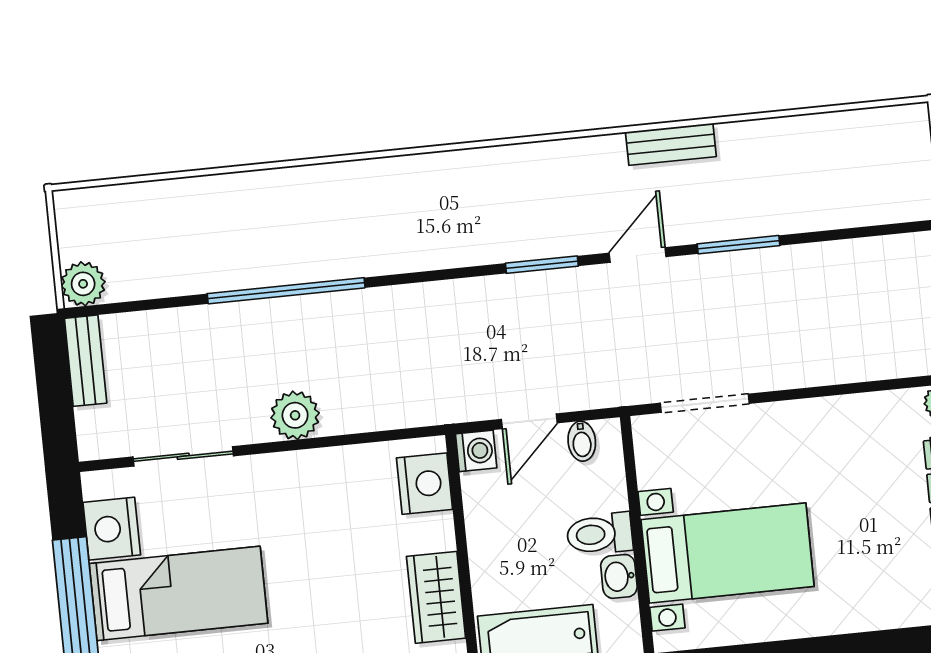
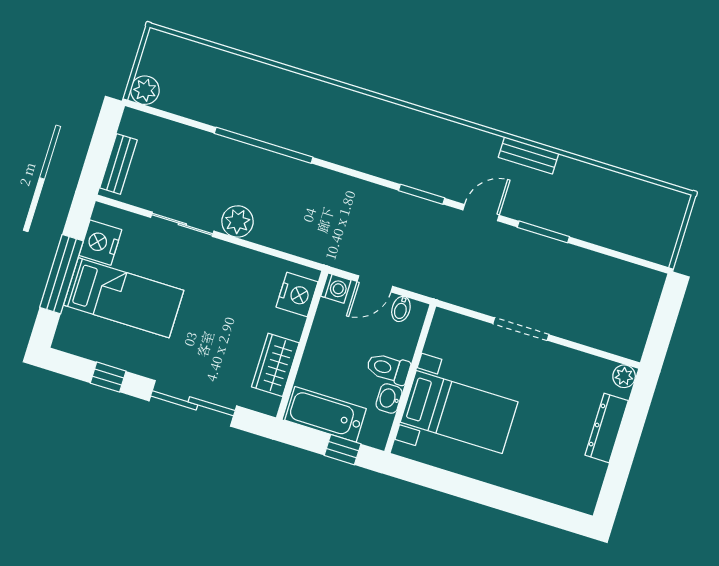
bench: (86, 361) -> (118, 164), moved
doorway: (705, 403) -> (521, 329), moved
sliding door: (183, 456) -> (182, 224), moved

